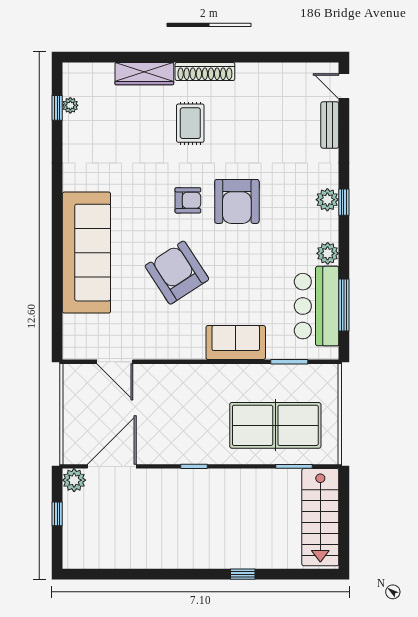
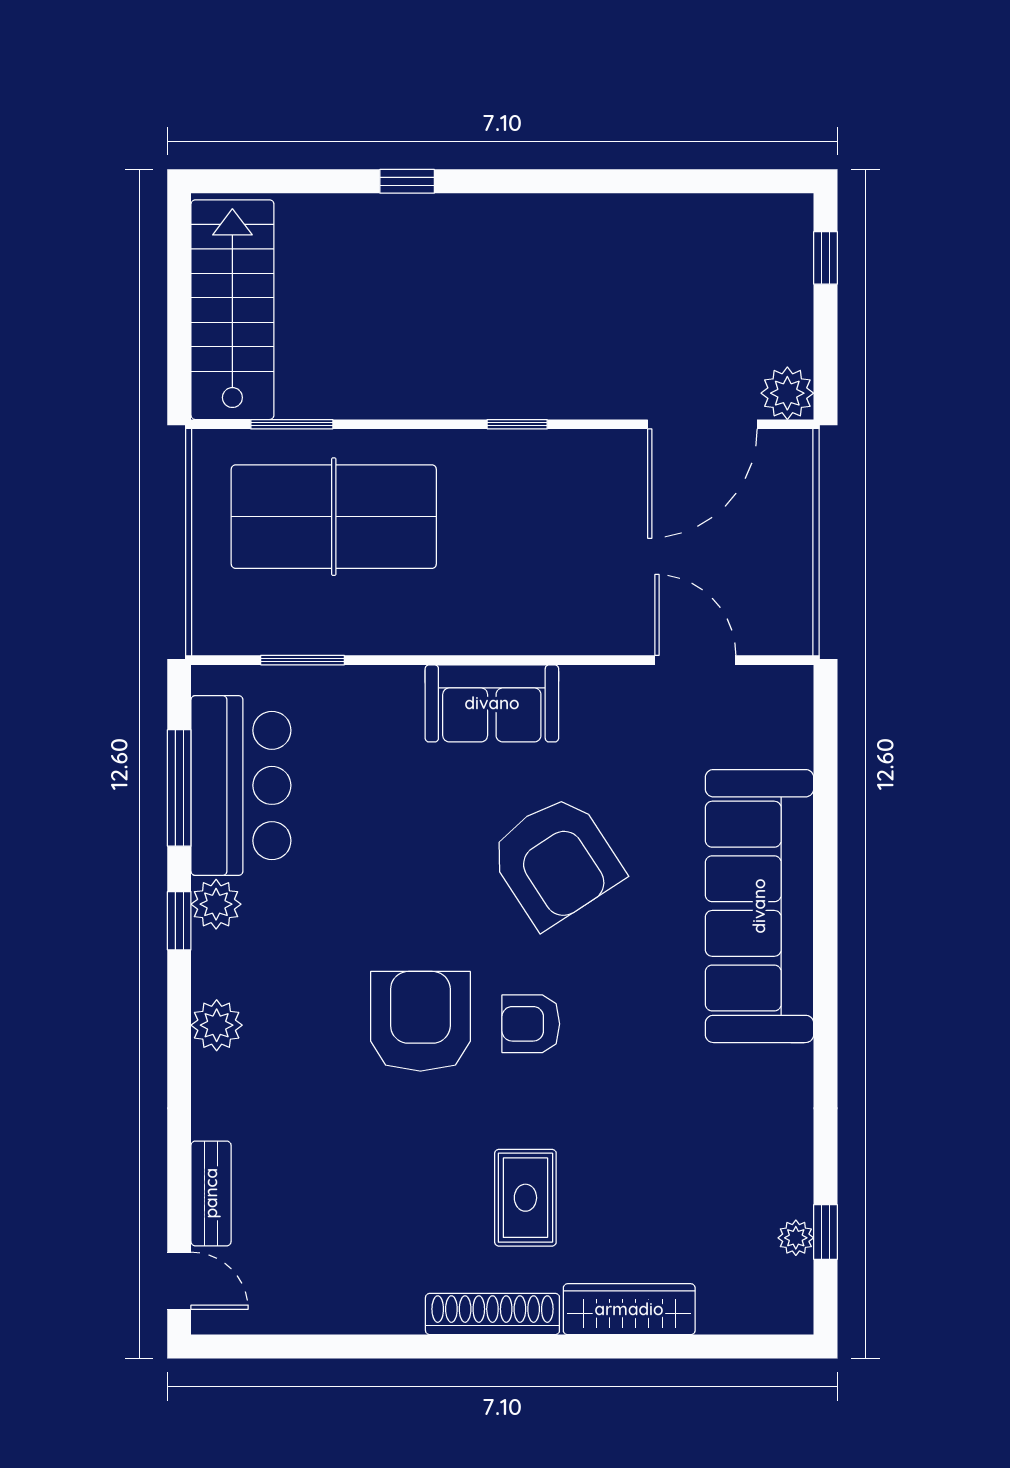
window: (344, 202) -> (179, 921), moved
sofa: (236, 342) -> (492, 703), moved
window: (57, 514) -> (825, 258), moved

